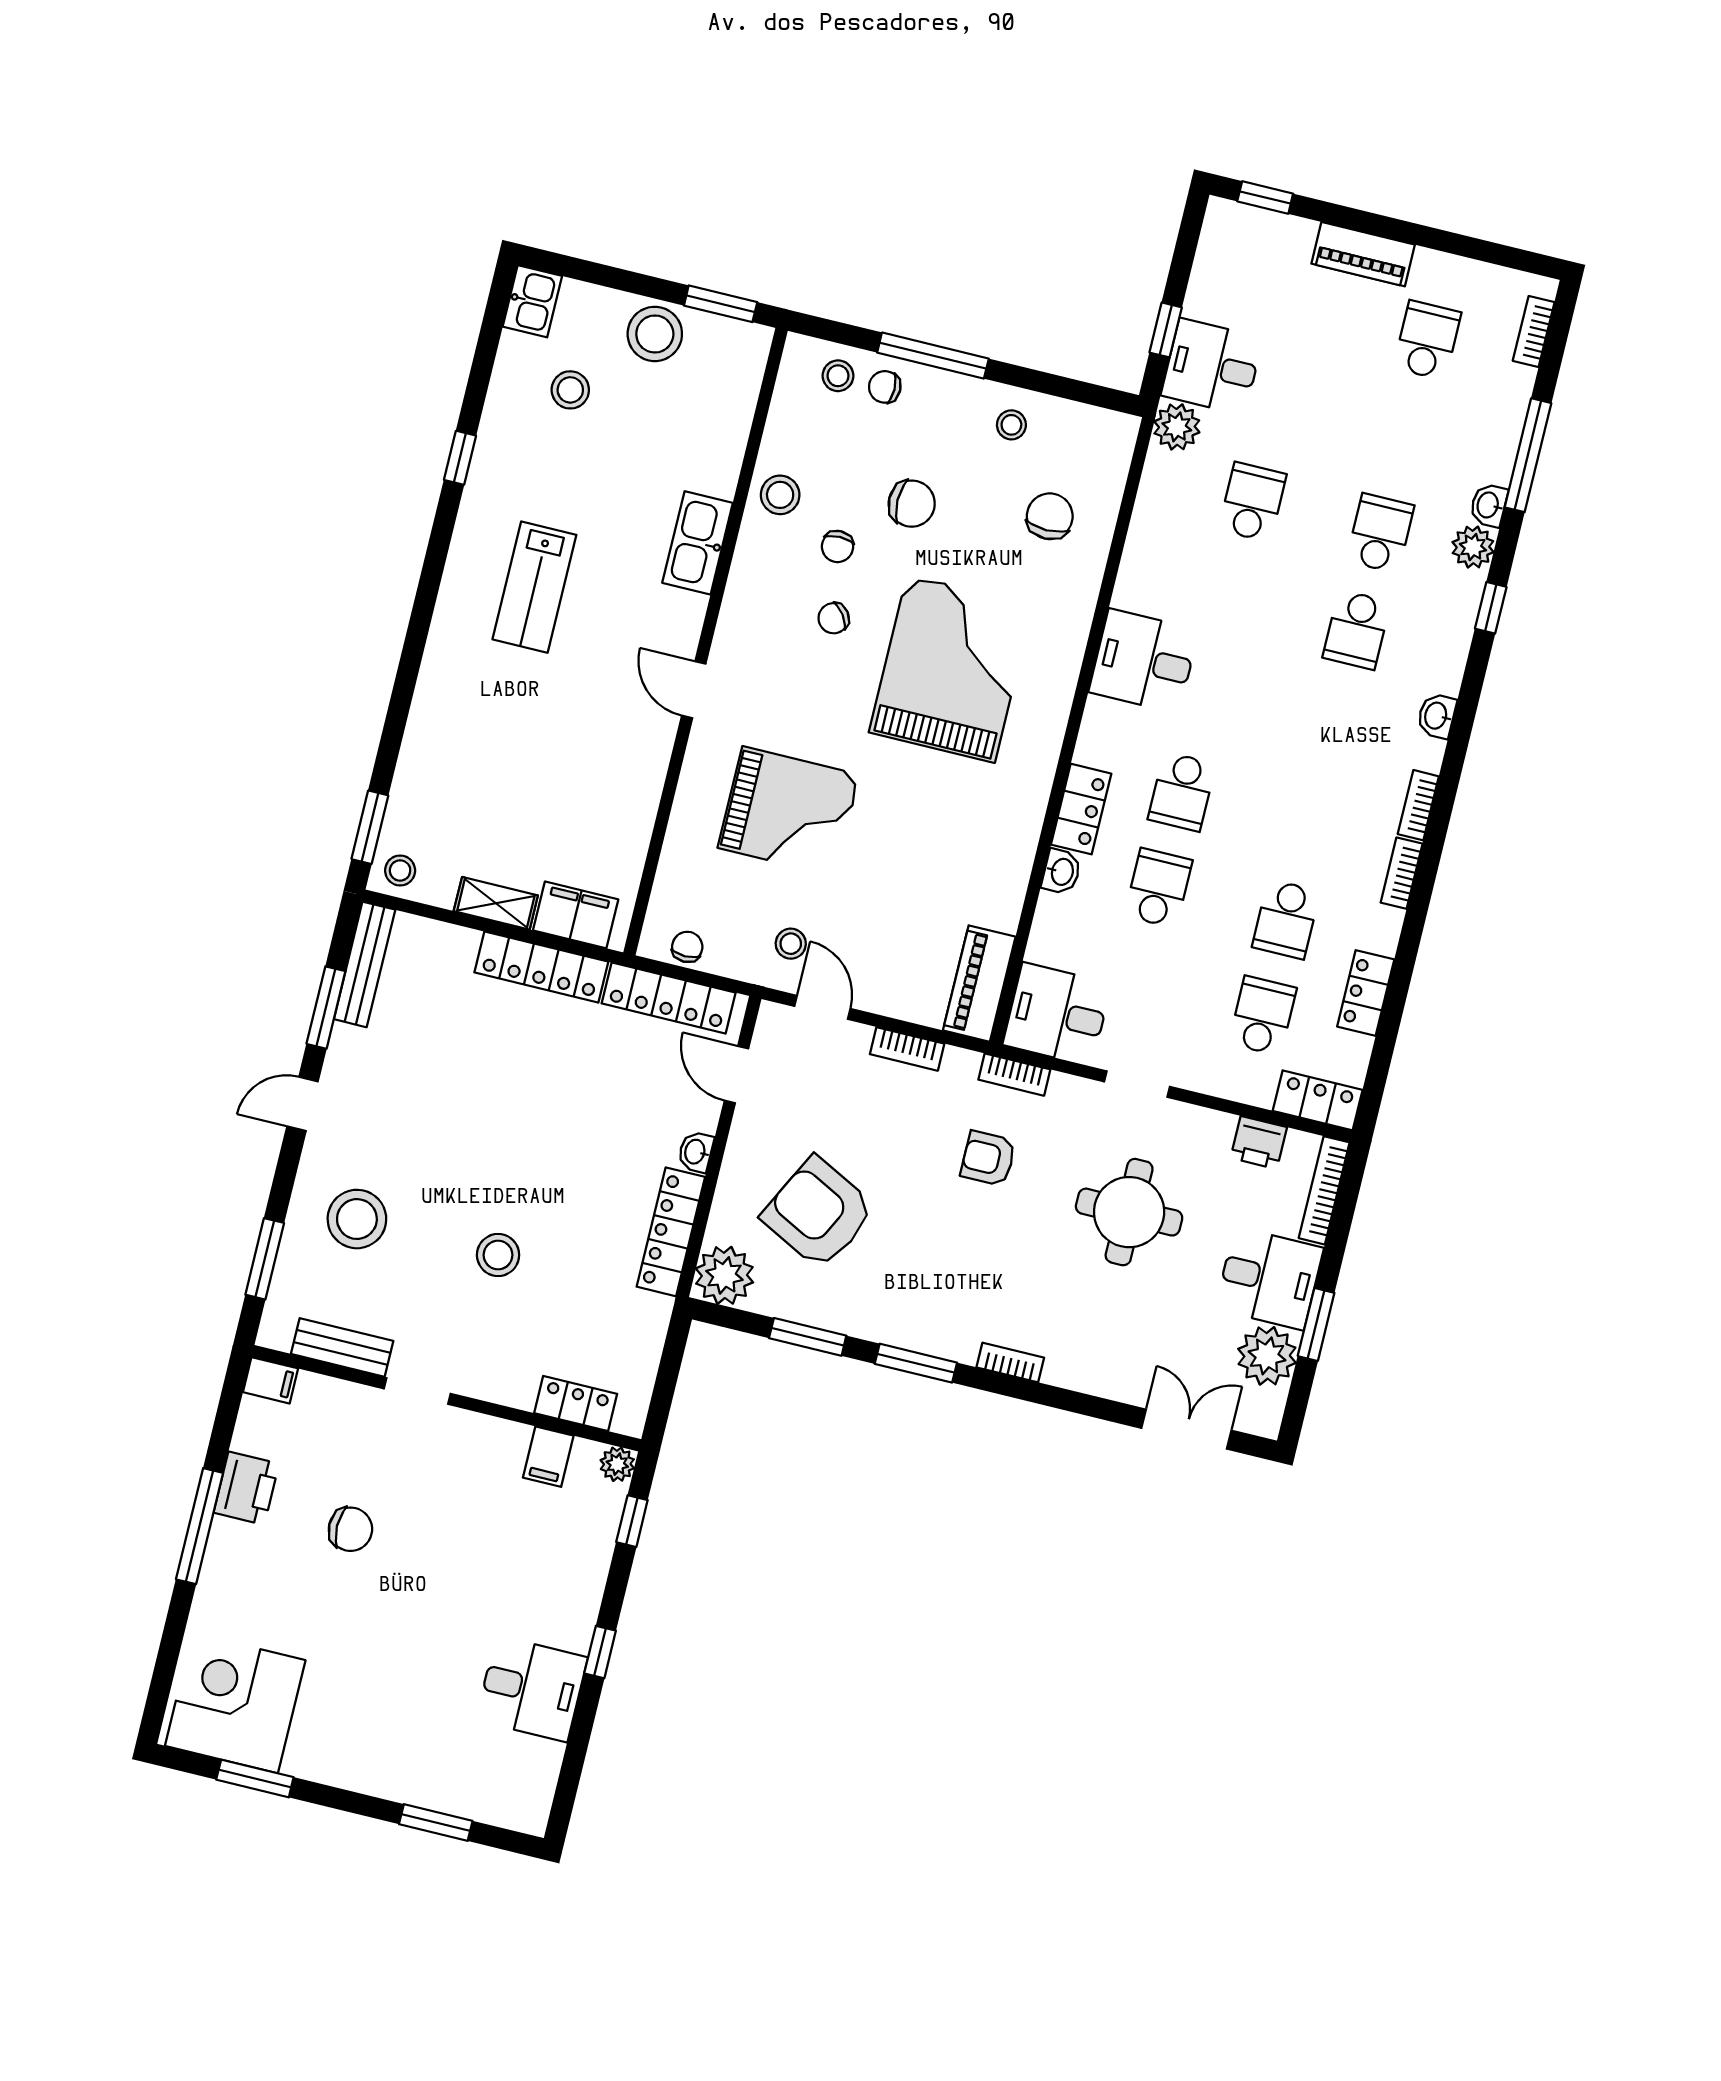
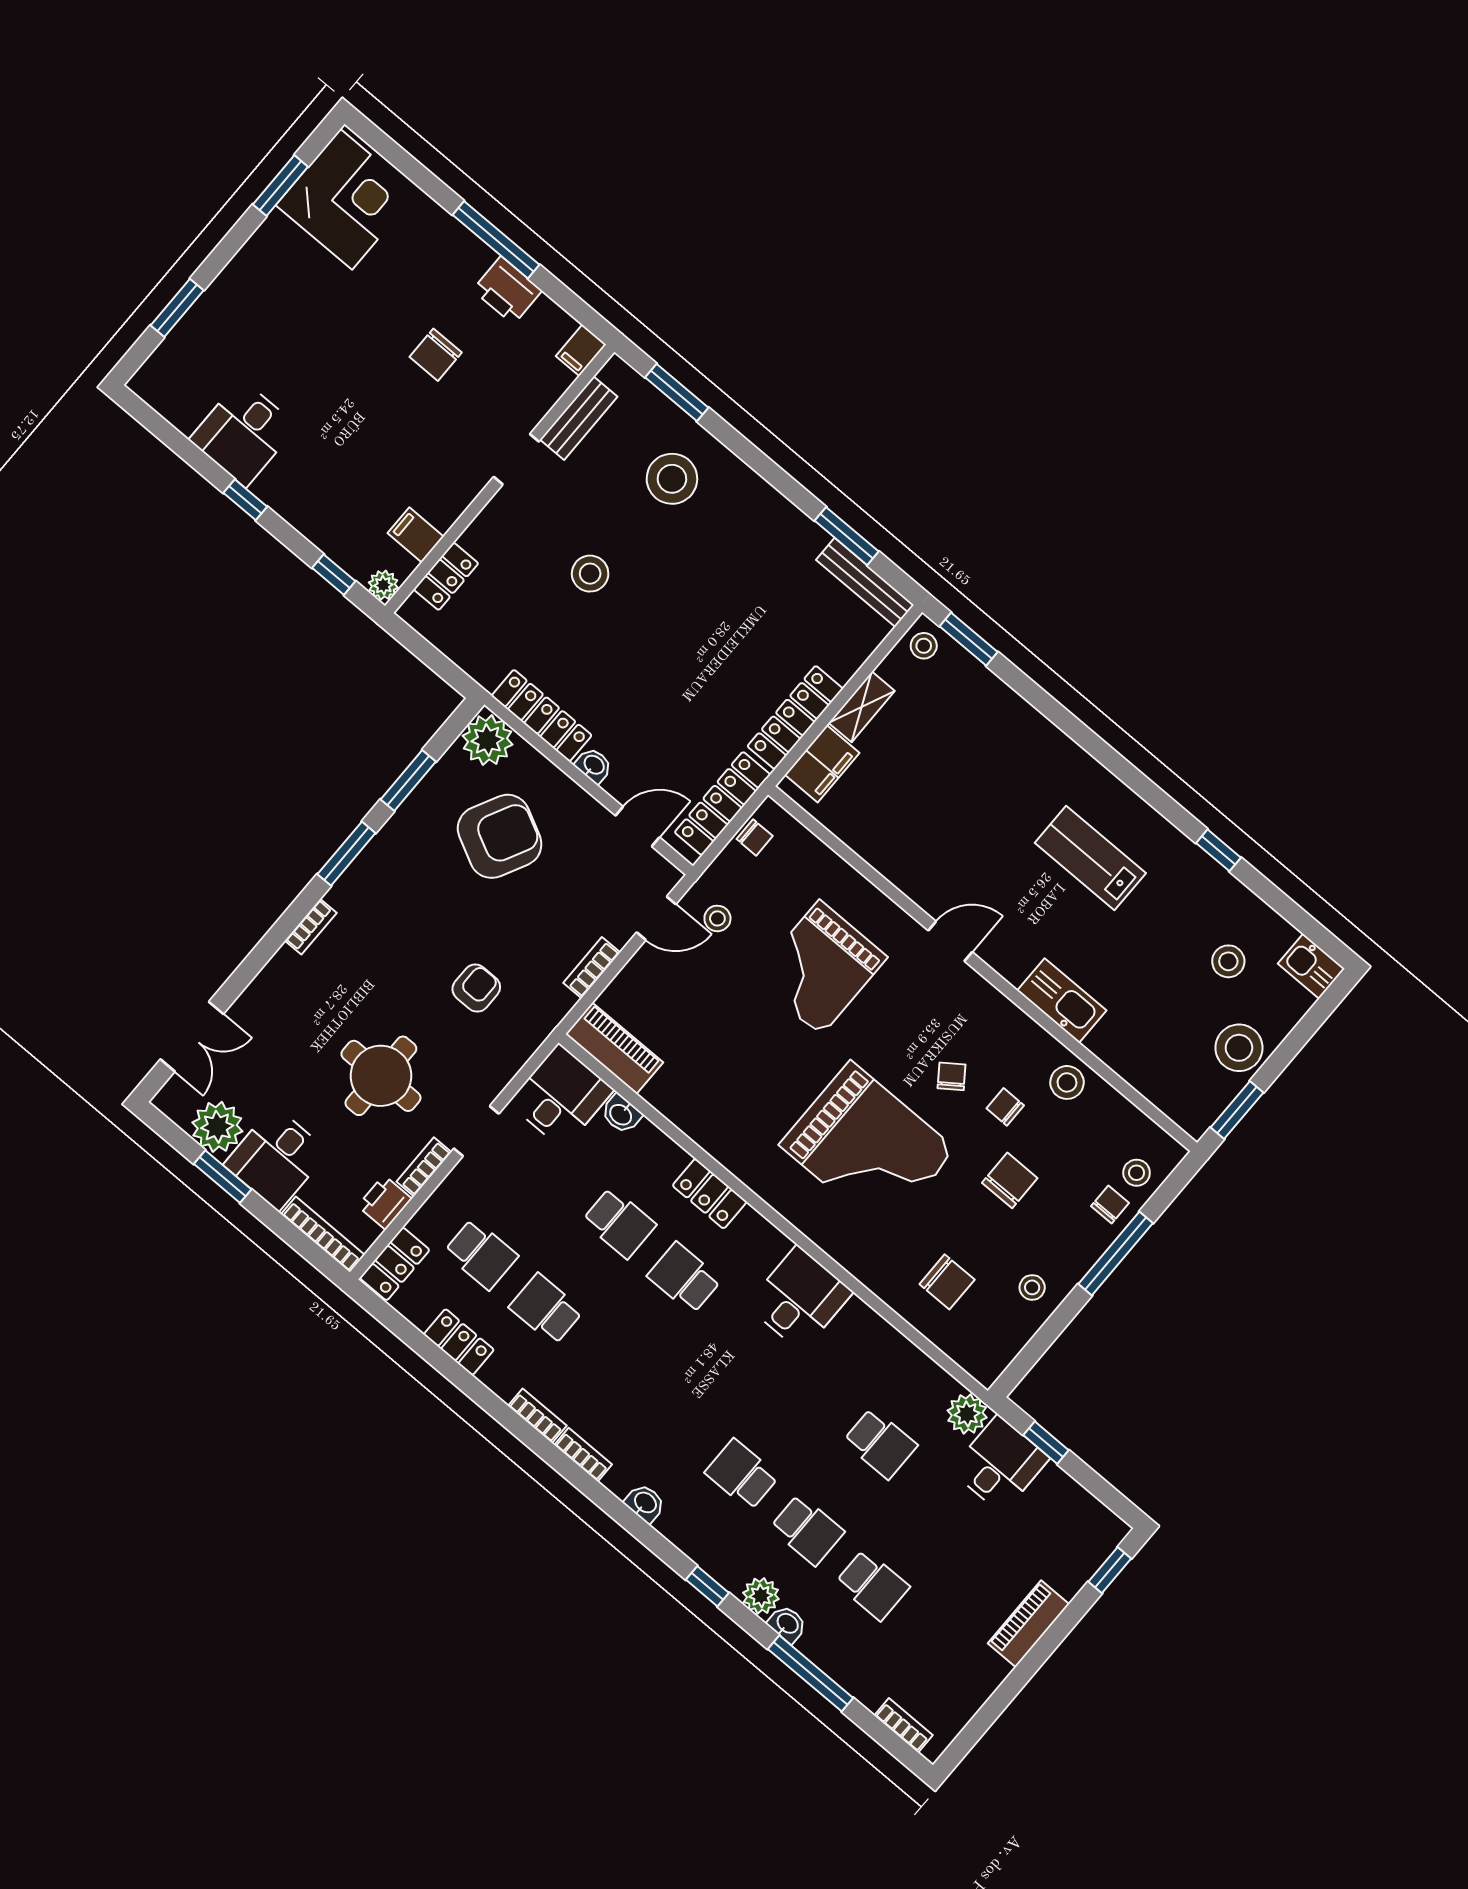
school desk: (1427, 340) -> (872, 1585), moved
chair: (912, 504) -> (1010, 1180), turned 180
washbasin: (1061, 872) -> (621, 1114), moved
bookcase: (1014, 1075) -> (424, 1167), moved
door: (302, 1104) -> (782, 481), removed

